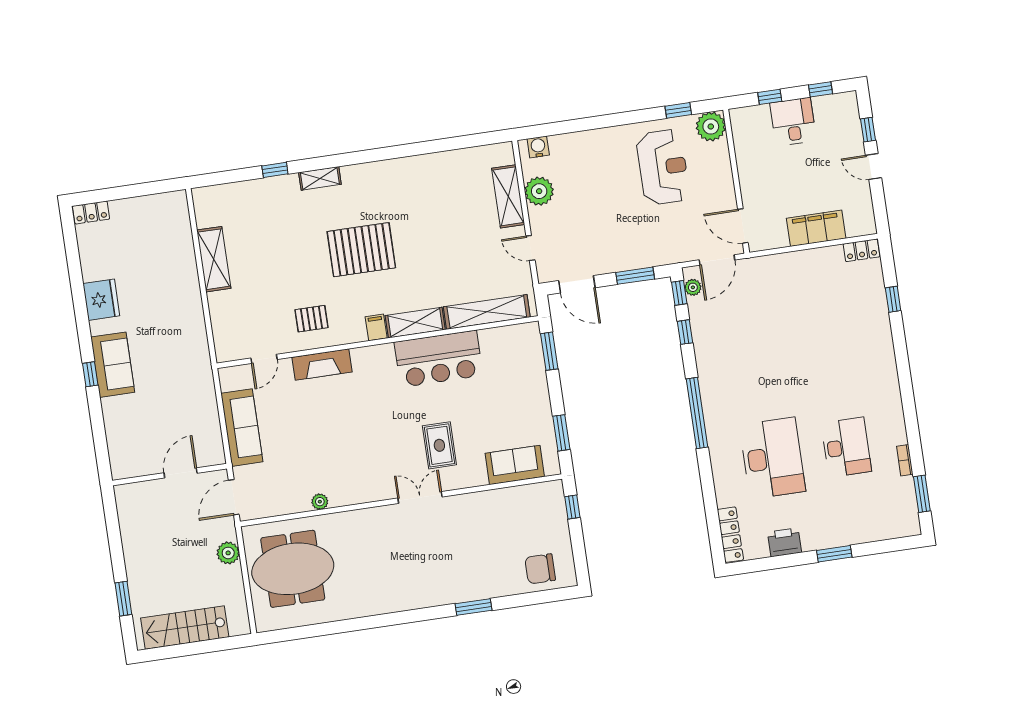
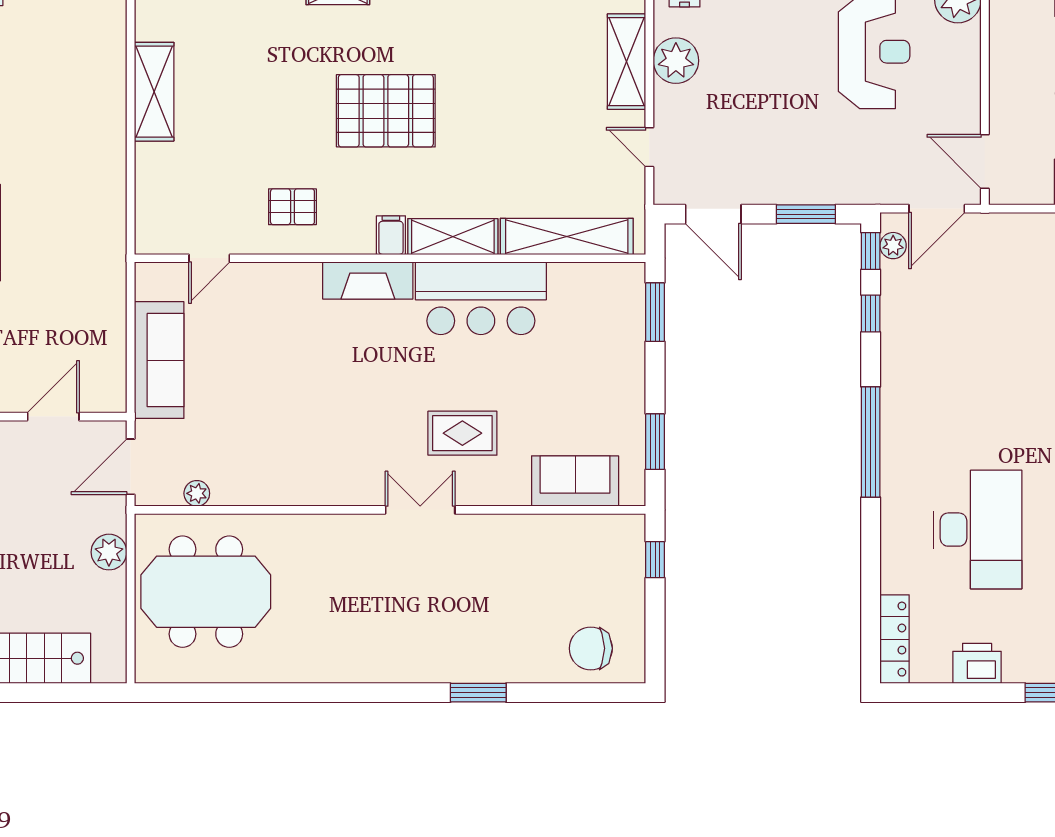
fireplace: (322, 365) -> (368, 281), moved
rug: (439, 445) -> (462, 433), turned 90
plant: (320, 502) -> (197, 493), moved

